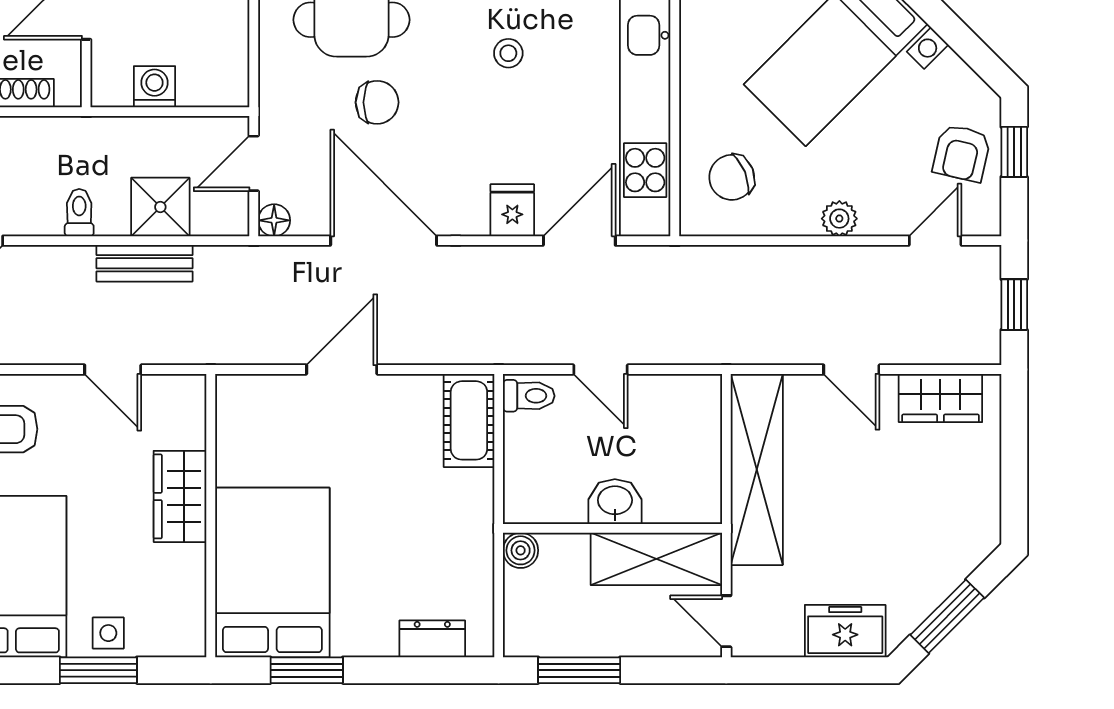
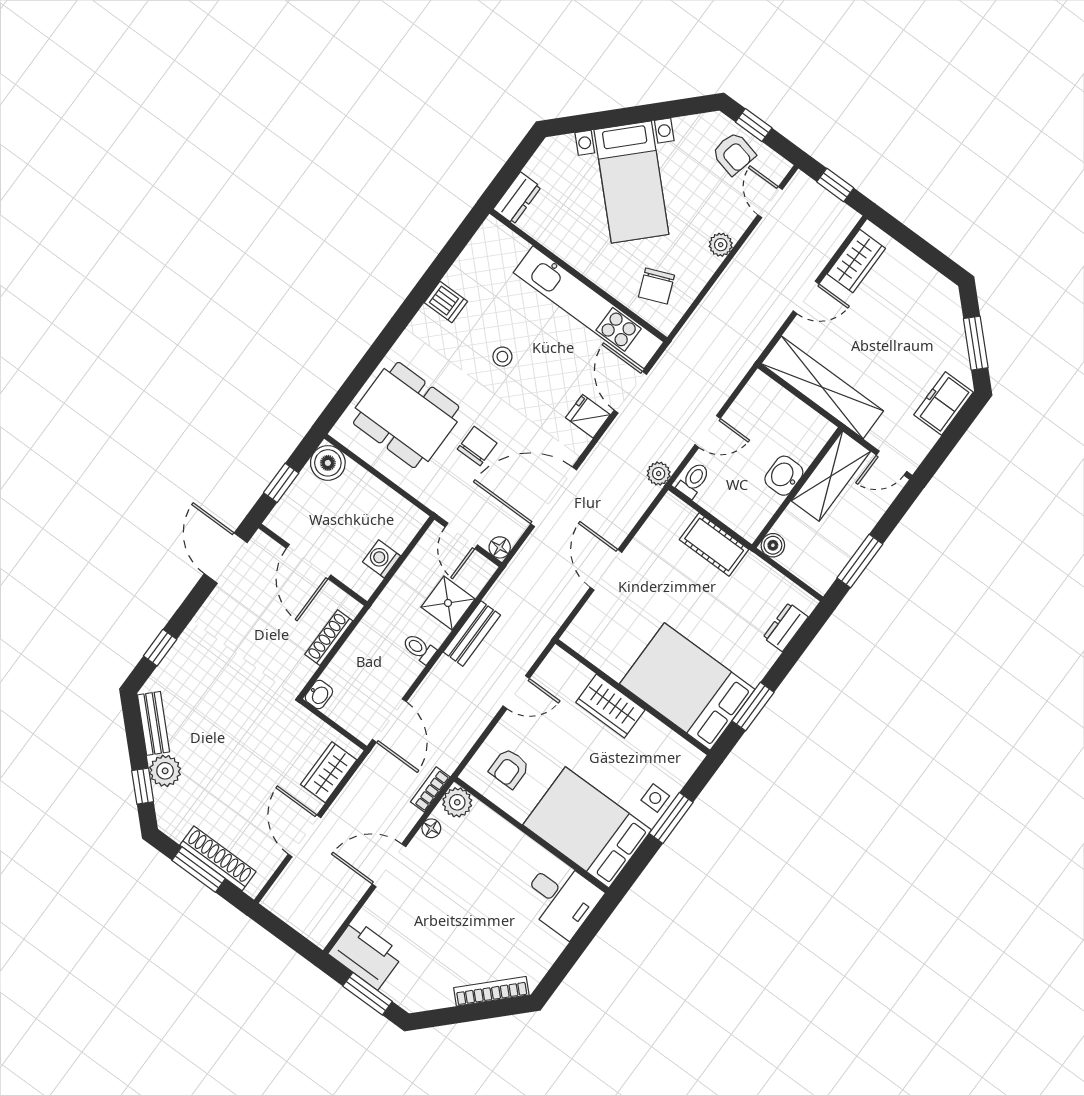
plant: (506, 347) -> (659, 474), added
cot: (469, 420) -> (714, 544), moved

